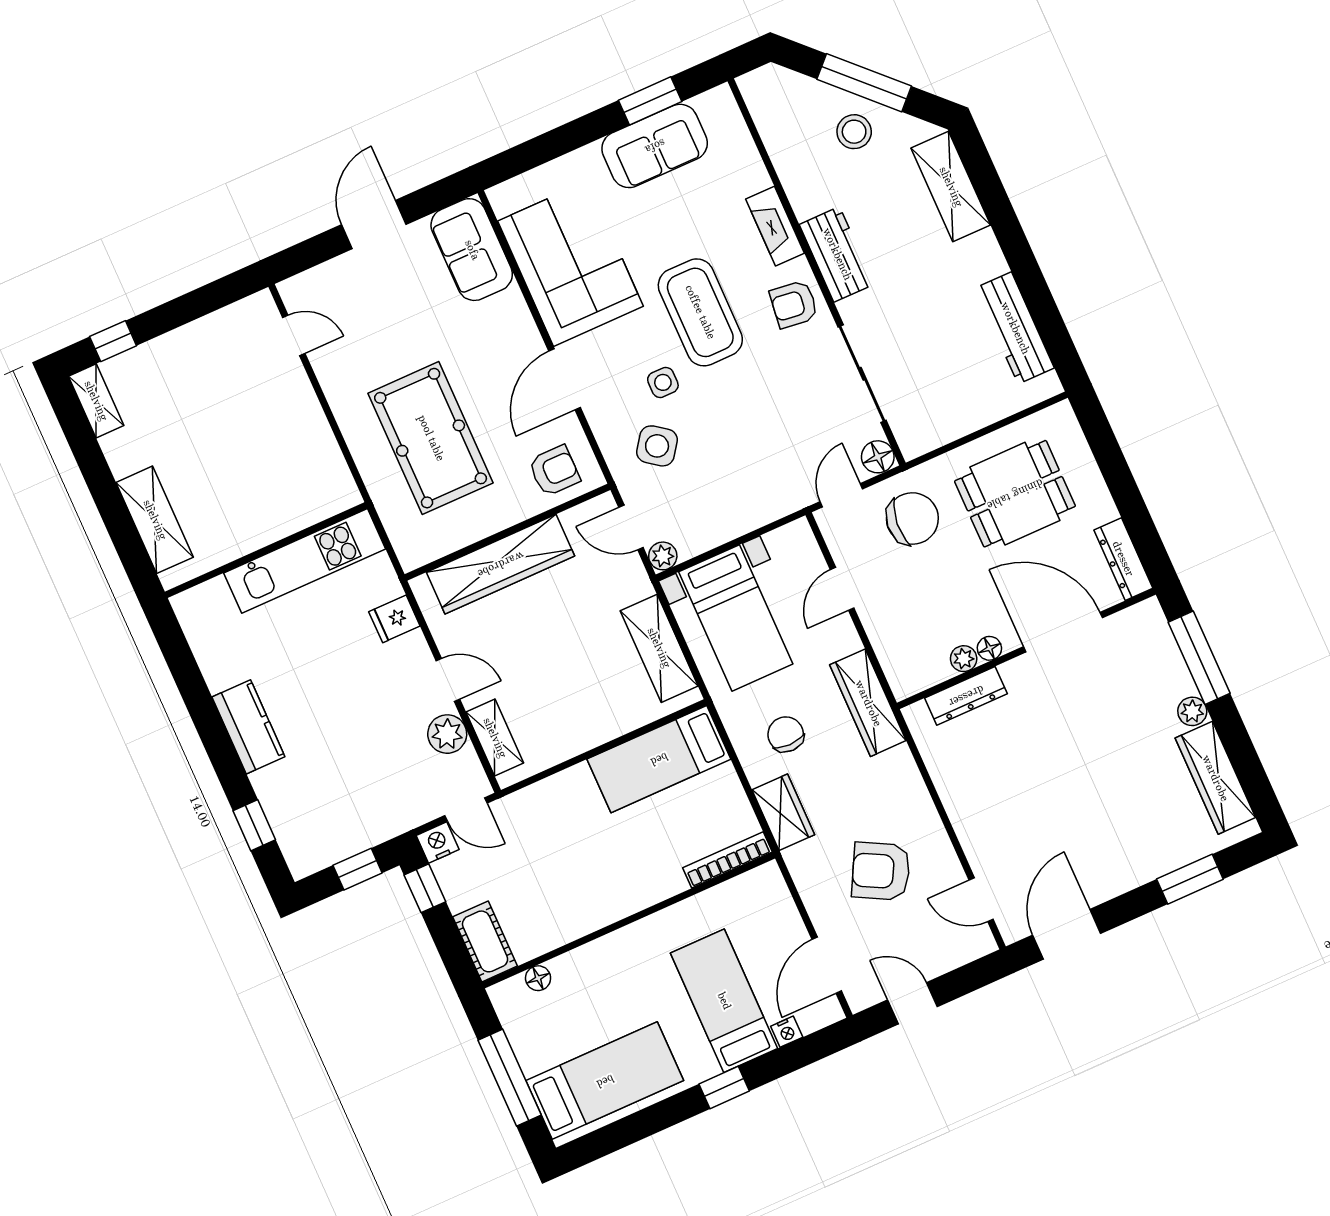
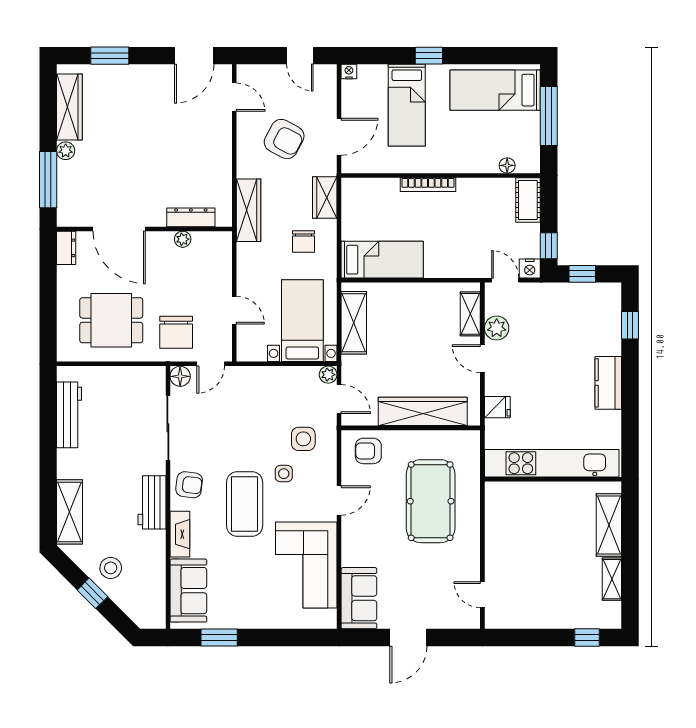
window: (864, 83) -> (92, 593), width x0.46
sofa: (655, 146) -> (188, 591), moved, turned 90
door: (565, 379) -> (339, 500), width x0.73
shelving: (96, 401) -> (612, 579), moved
side table: (657, 446) -> (303, 439), turned -36
chair: (912, 518) -> (176, 332), turned -95
dresser: (1123, 559) -> (66, 248), width x0.70
kitchen unit: (305, 561) -> (552, 463), width x1.36
door: (842, 589) -> (234, 310), hinge flipped
floor lamp: (989, 648) -> (165, 239), removed
wardrobe: (868, 703) -> (249, 210), moved
bookcase: (728, 860) -> (428, 185), moved
door: (827, 965) -> (339, 137), moved
nightstand: (787, 1032) -> (349, 71), moved

